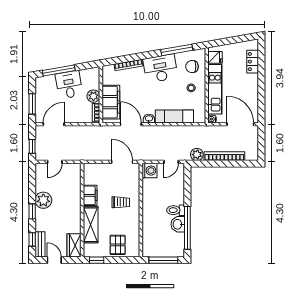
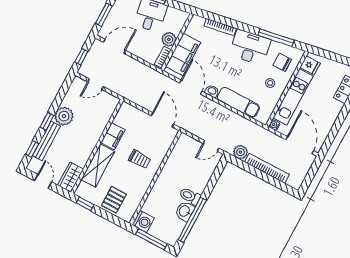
washing machine: (149, 171) -> (143, 222), moved
bench: (40, 244) -> (46, 141), moved, width x1.36

